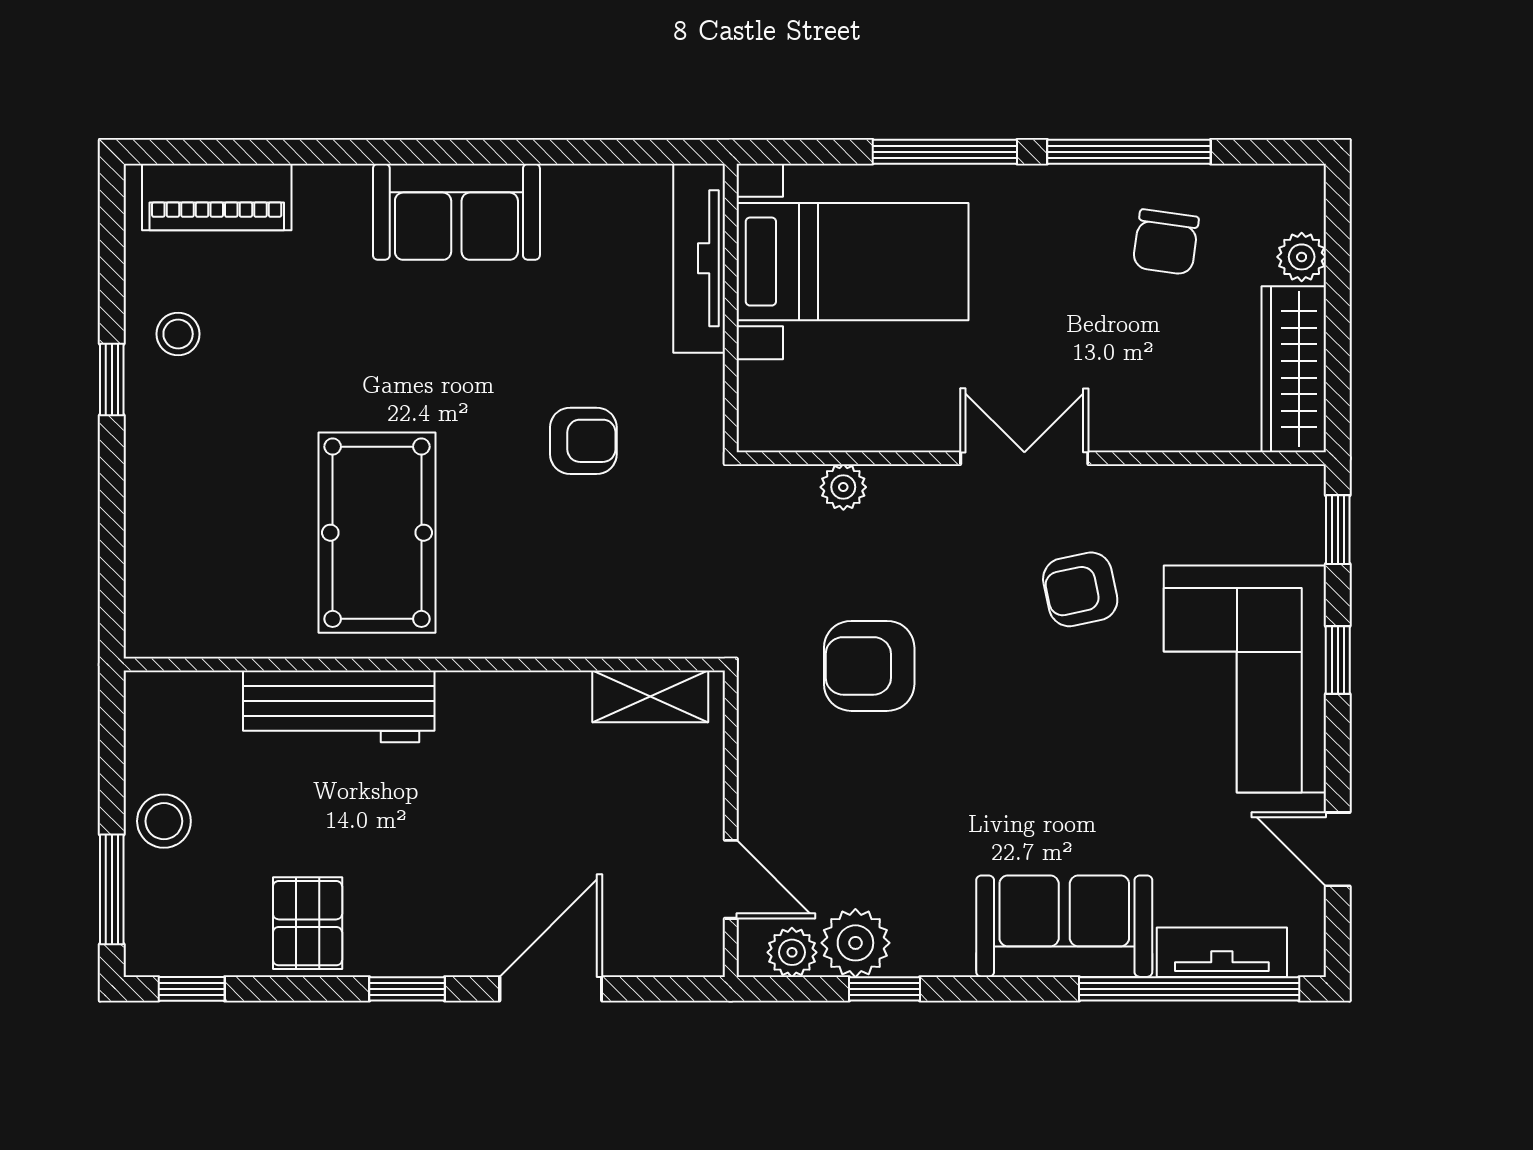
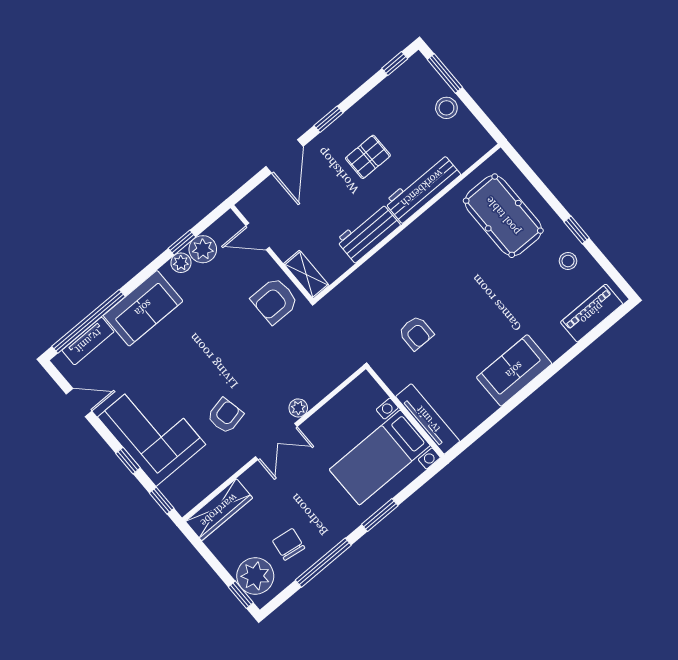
window: (945, 152) -> (380, 515), width x0.69
window: (1338, 223) -> (241, 595), added
plant: (1302, 257) -> (255, 576), width x1.87, depth x1.87
wardrobe: (1294, 369) -> (219, 510), moved, turned 90
armchair: (583, 441) -> (416, 333), turned -90
plant: (843, 487) -> (298, 408), moved
pool table: (377, 533) -> (503, 216), moved
armchair: (869, 666) -> (275, 301), moved, turned 180
shelving: (650, 696) -> (306, 275), moved, turned 90
workbench: (513, 709) -> (368, 233), added
pallet: (308, 923) -> (368, 157), moved, turned 90
plant: (792, 952) -> (181, 263), moved

